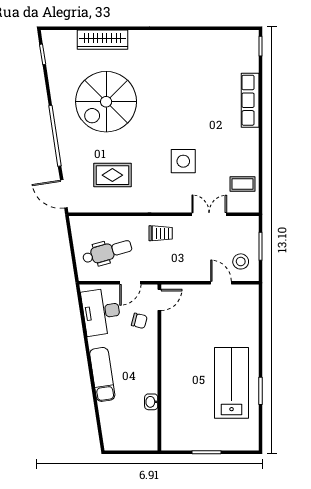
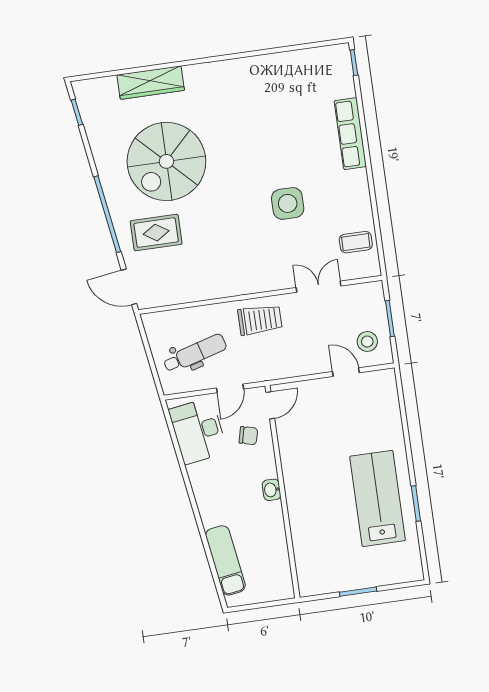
side table: (183, 161) -> (288, 203), moved
rug: (112, 175) -> (156, 233), moved
trolley: (161, 233) -> (260, 320), width x1.36, depth x1.39
exam couch: (102, 374) -> (225, 560), moved
washbasin: (151, 402) -> (271, 490), moved

